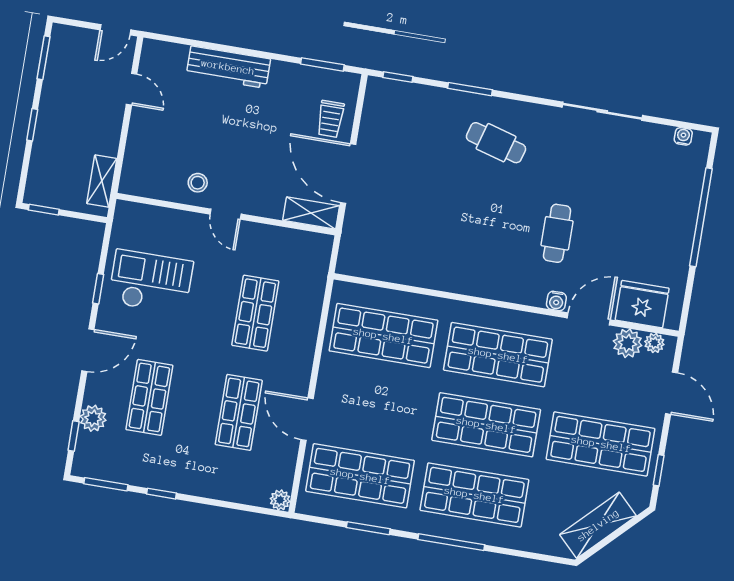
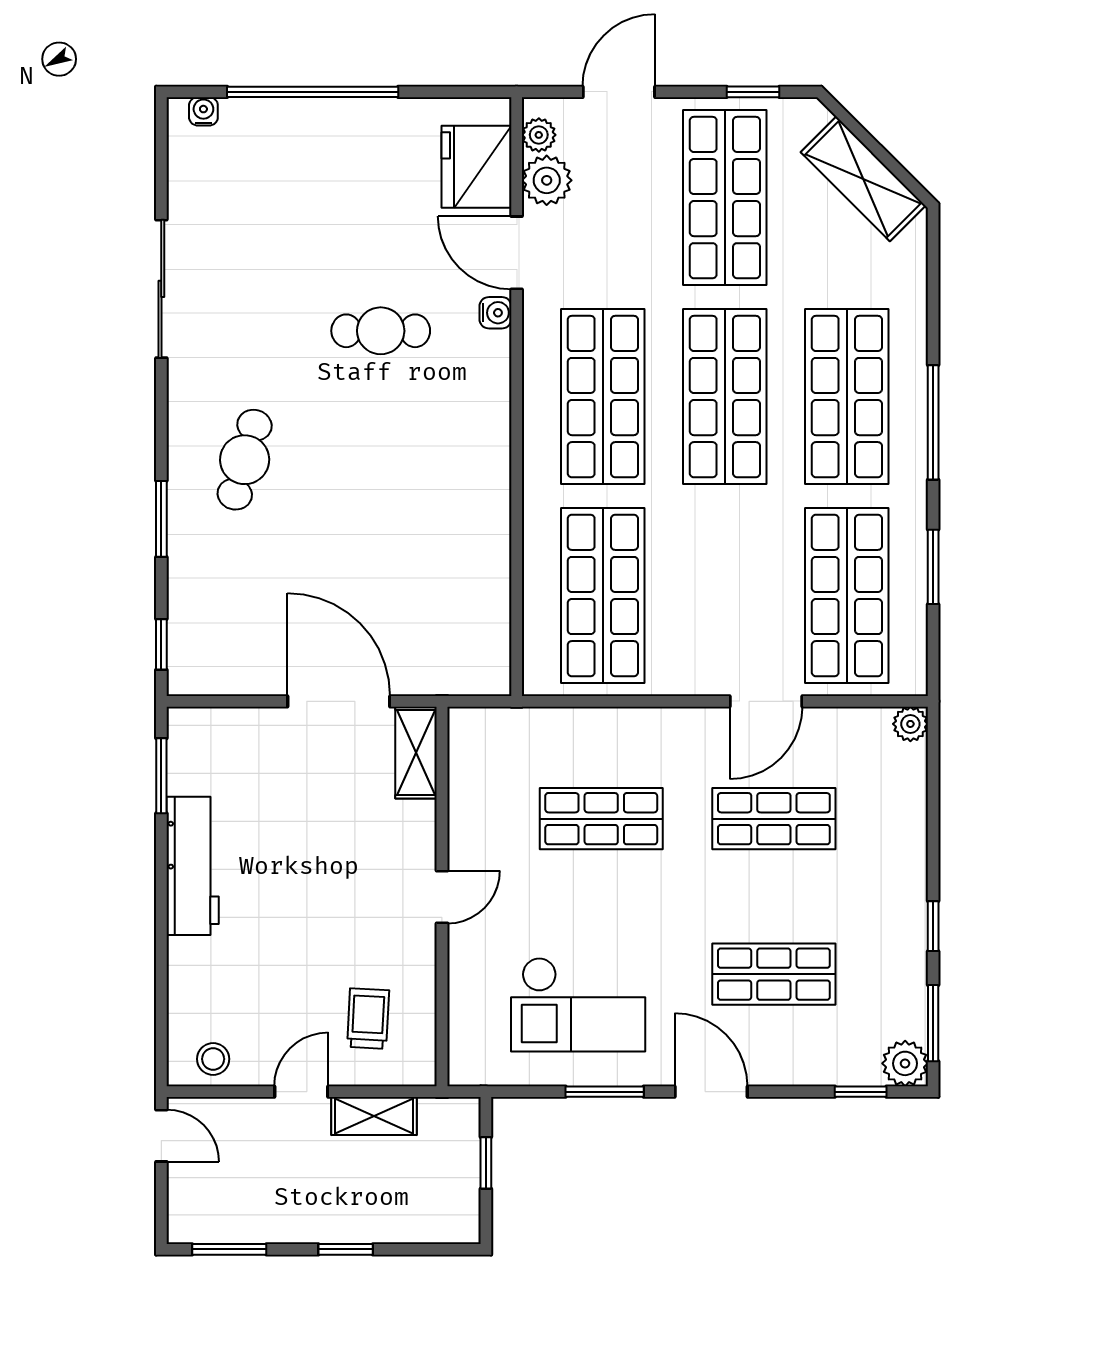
workbench: (228, 67) -> (193, 866), moved
door: (132, 89) -> (301, 1092), moved
trolley: (330, 119) -> (368, 1019), moved, turned -87
water cooler: (683, 136) -> (203, 111), moved, turned 90
door: (348, 174) -> (339, 701), swing flipped
shelving: (102, 181) -> (374, 1116), moved
stool: (198, 183) -> (213, 1059), moved
window: (44, 210) -> (486, 1163), moved
checkout: (151, 282) -> (578, 1005), turned -90
window: (98, 289) -> (605, 1092), width x1.50
plant: (93, 418) -> (905, 1063), moved

